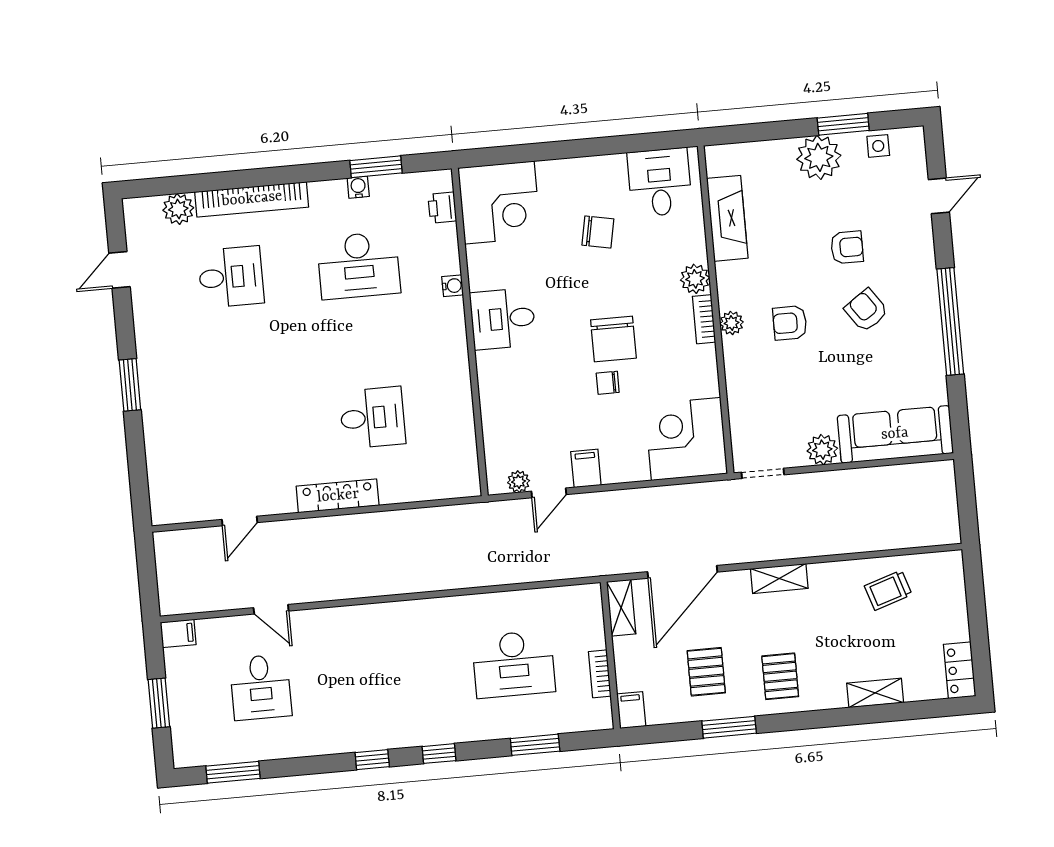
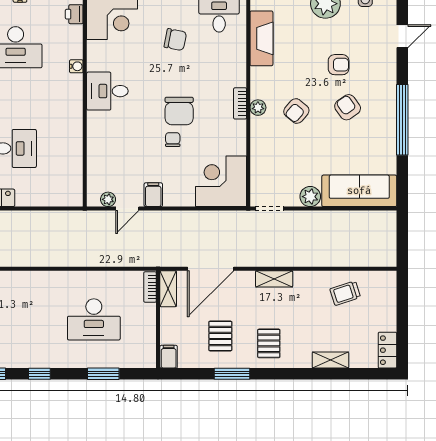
plant: (695, 279) -> (237, 76), removed
armchair: (790, 323) -> (296, 111), turned -50
chair: (608, 383) -> (173, 140), turned 90
bookcase: (600, 674) -> (150, 287), moved

